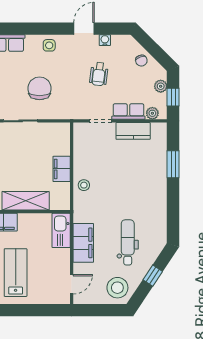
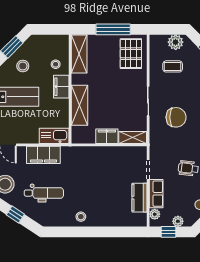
shelving: (63, 139) -> (133, 137), added
window: (173, 164) -> (111, 232), removed
stool: (84, 185) -> (81, 217), moved

